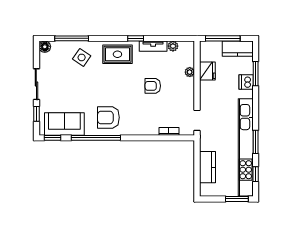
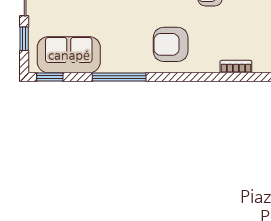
armchair: (108, 117) -> (171, 44), moved
window: (96, 138) -> (119, 77), width x0.68

